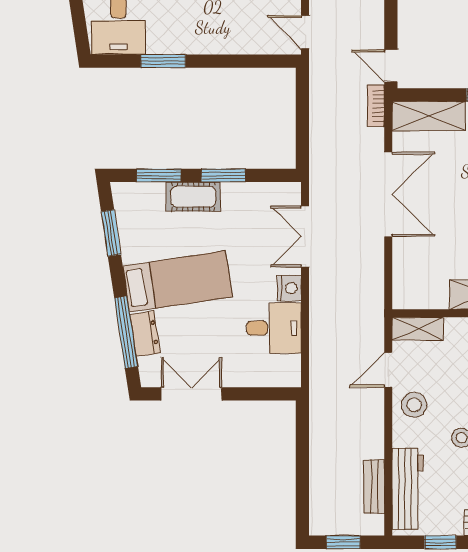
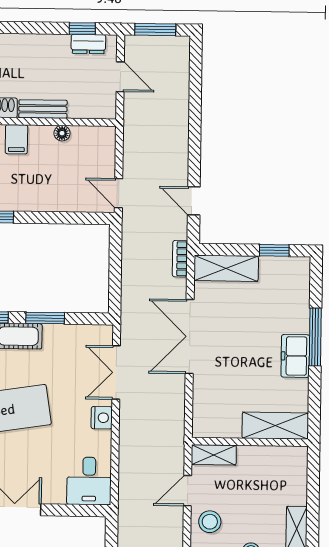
door: (391, 66) -> (194, 201), moved
double door: (388, 194) -> (190, 337), swing flipped
desk: (274, 328) -> (89, 481), moved, turned 90

